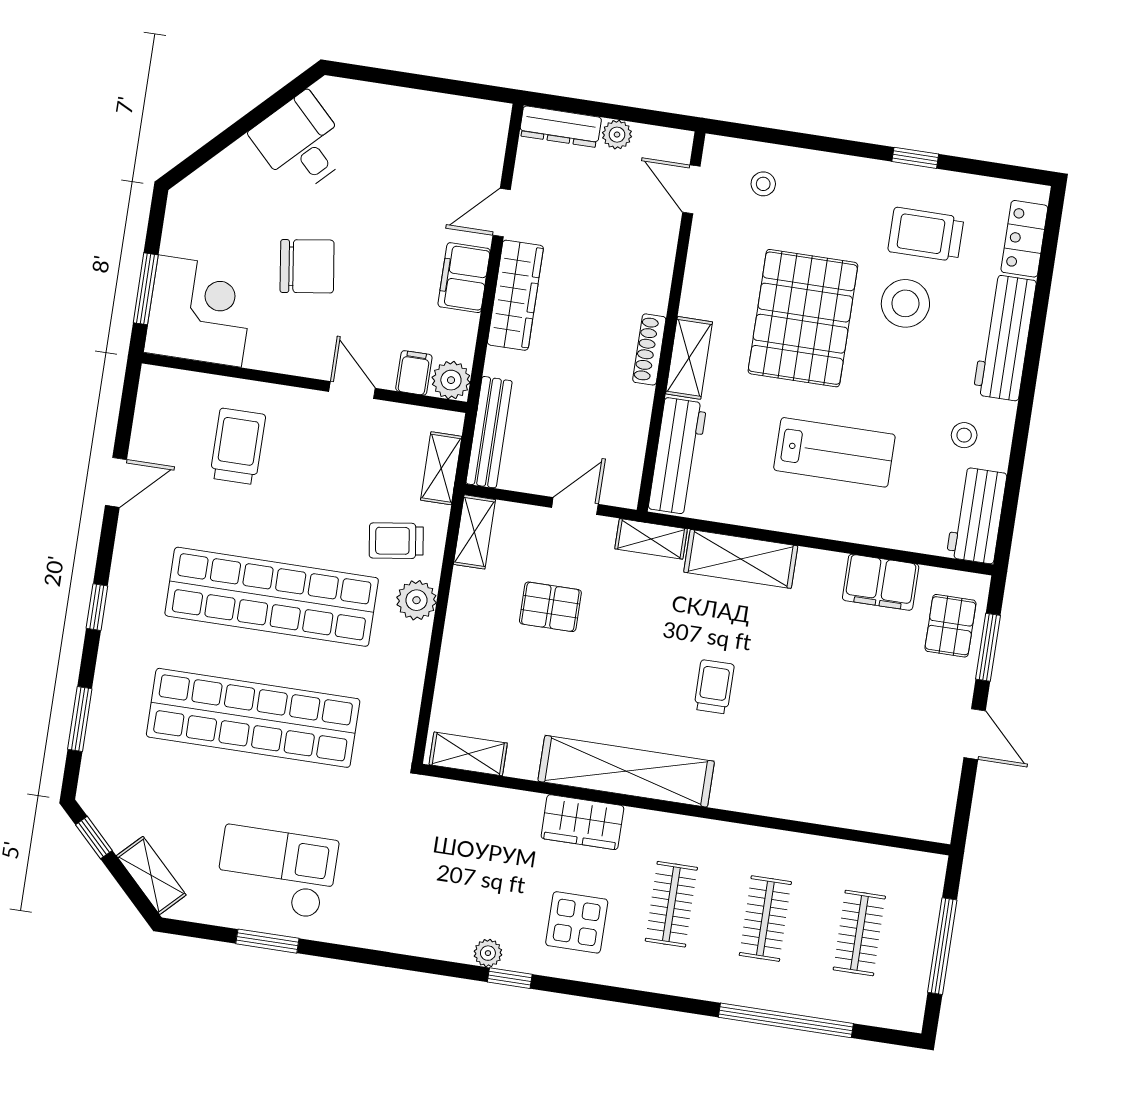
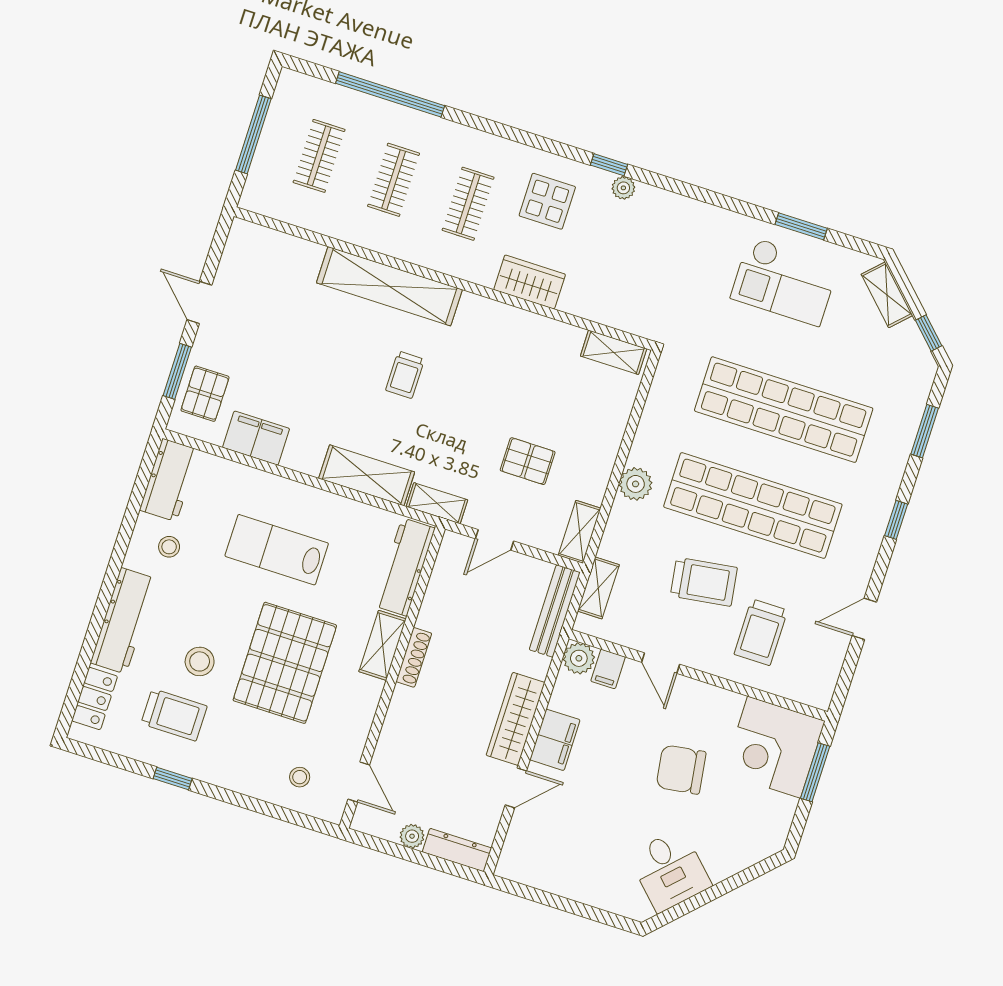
stool: (905, 303) -> (200, 661), width x0.73, depth x0.73
trolley: (396, 541) -> (704, 582), moved, width x1.36, depth x1.39
shelving: (626, 771) -> (389, 286), moved

